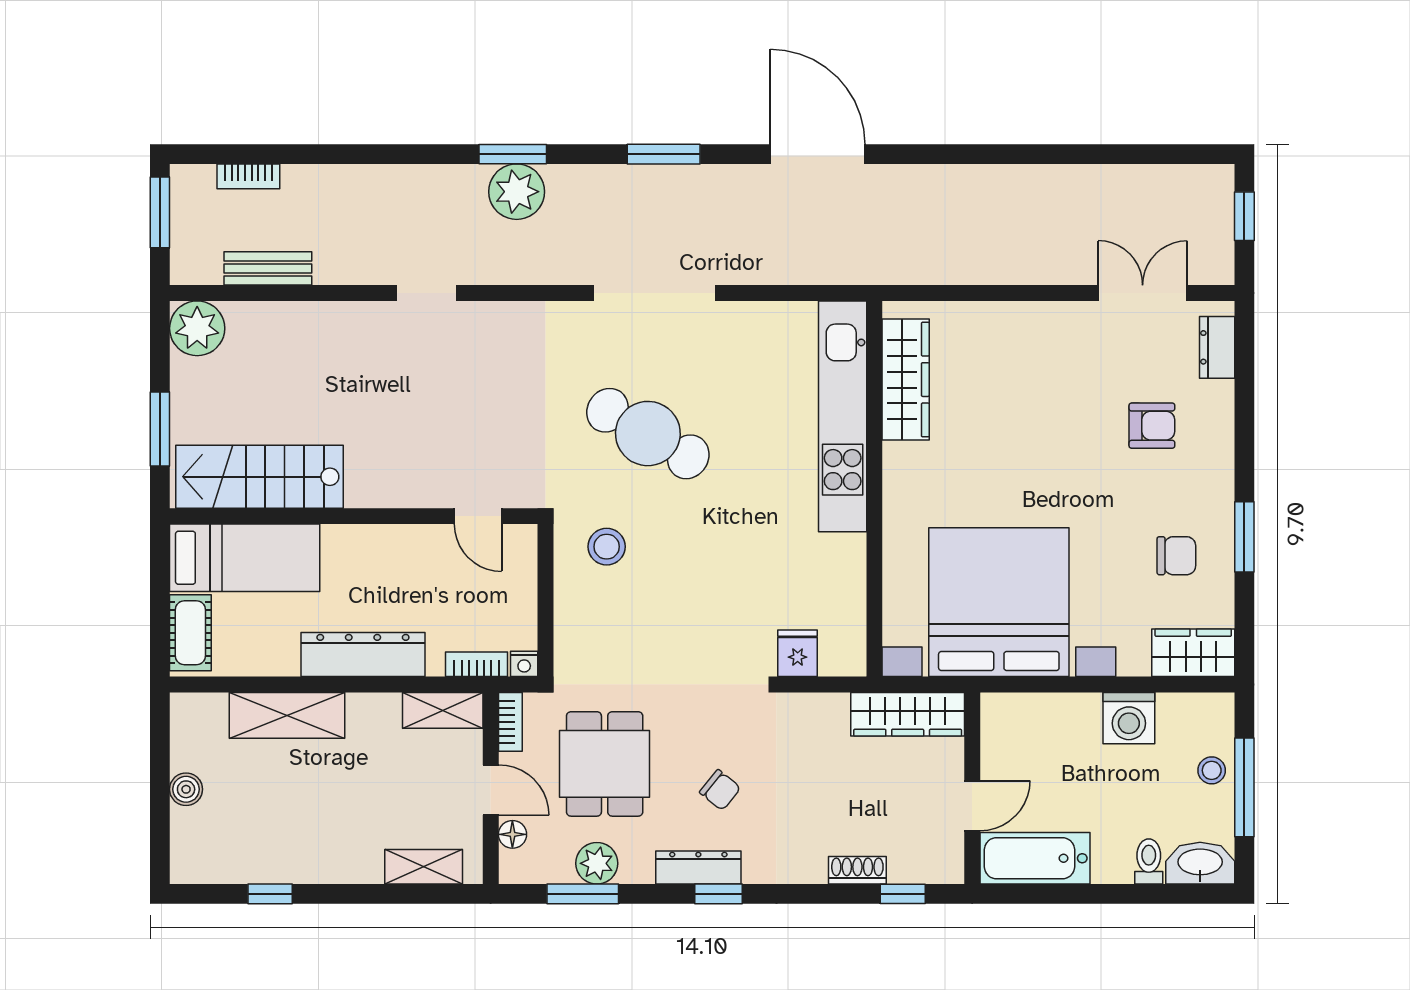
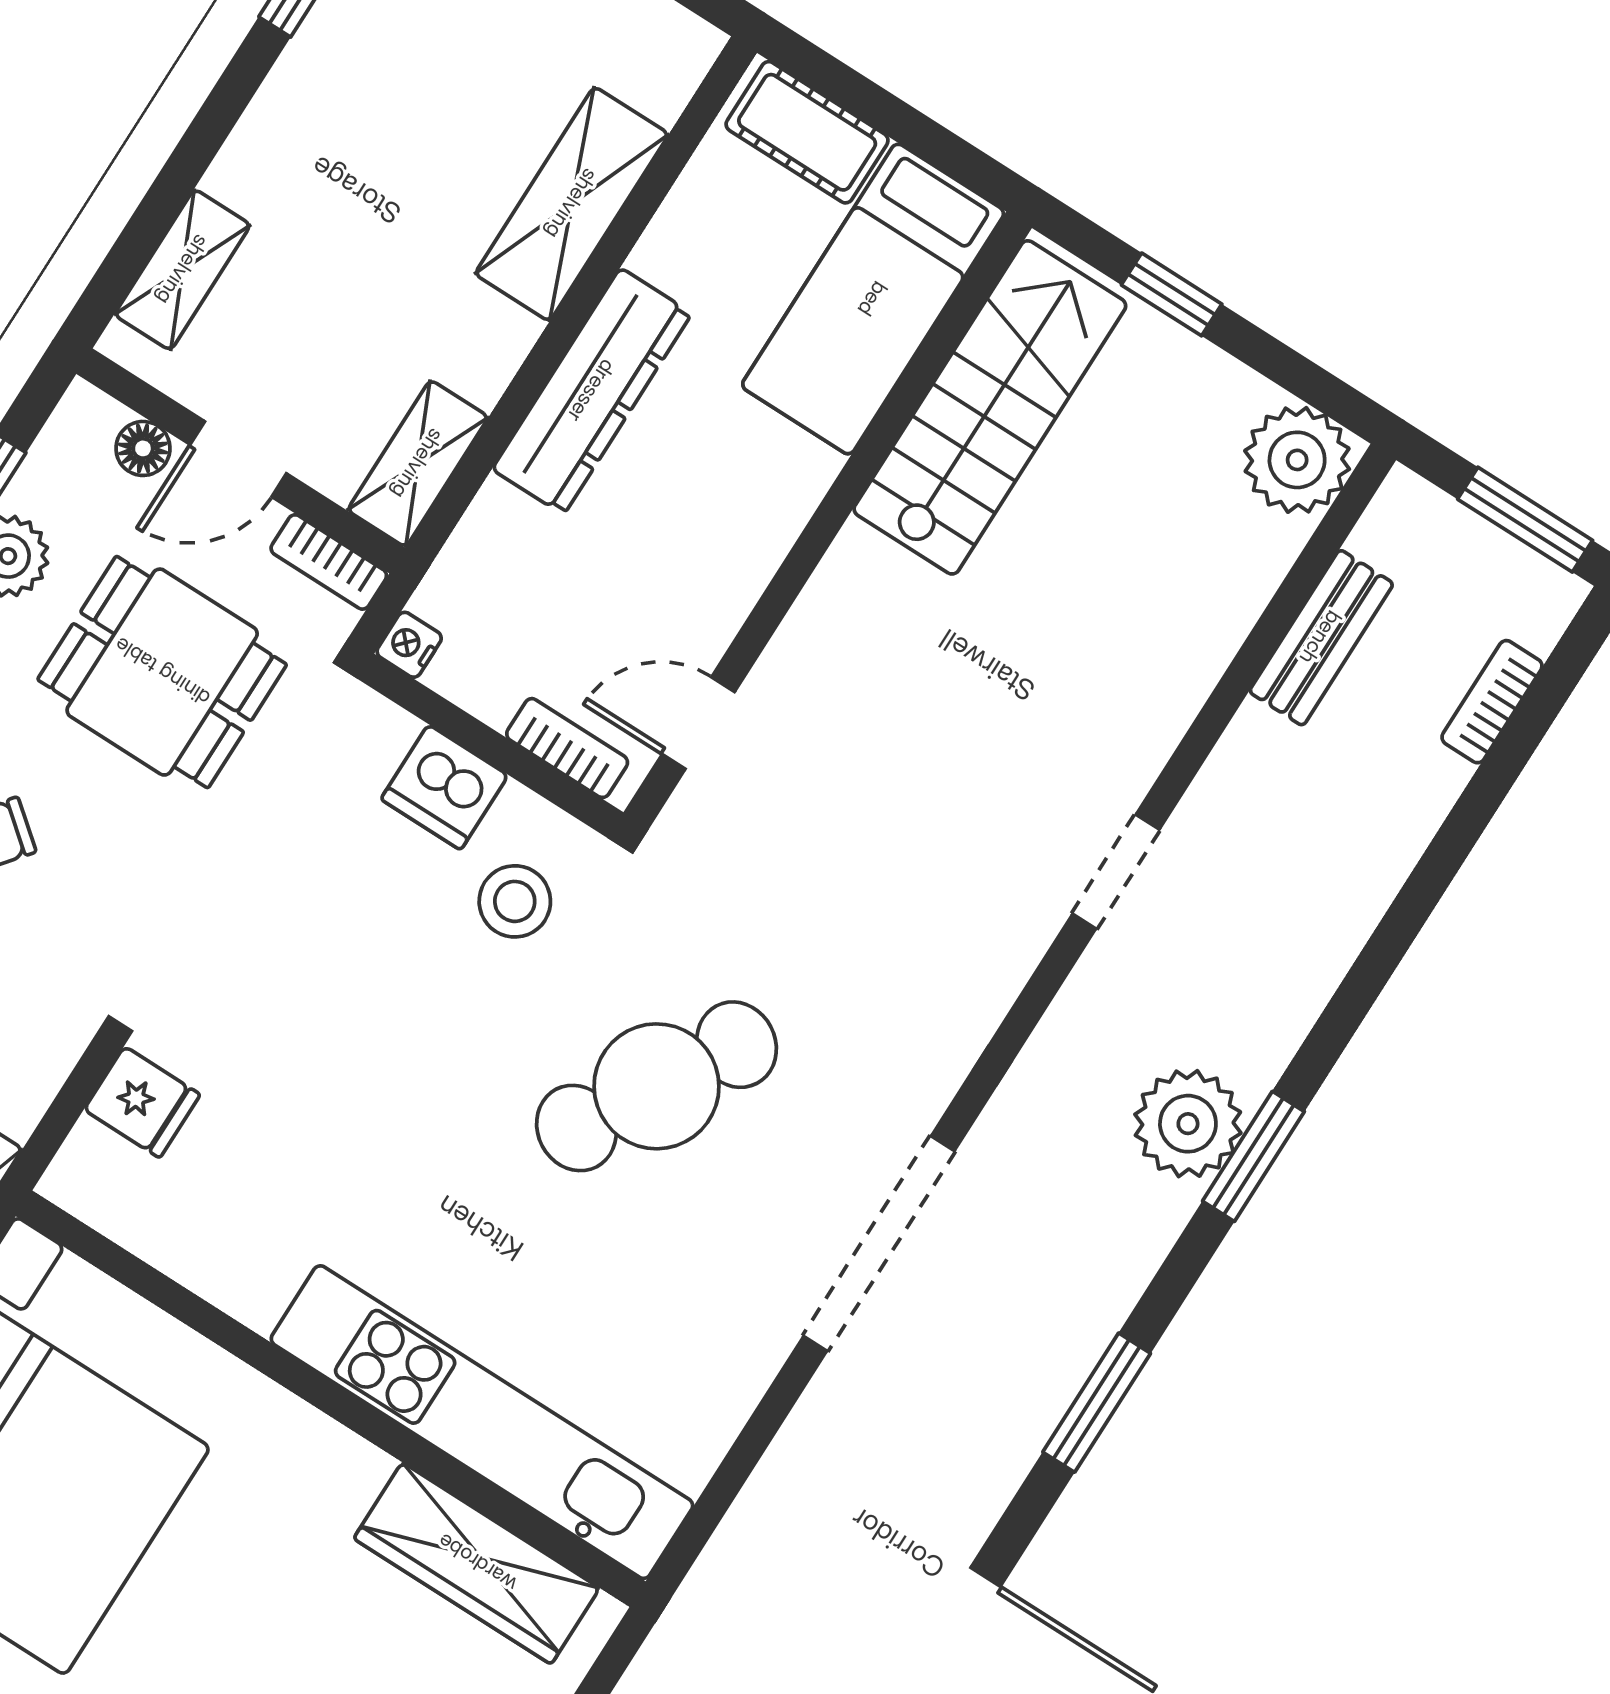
window: (160, 429) -> (1172, 294), width x0.67
dishwasher: (576, 609) -> (445, 787), added
bookcase: (477, 664) -> (567, 748), moved, turned -90

